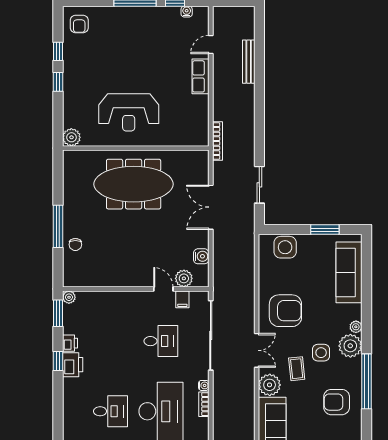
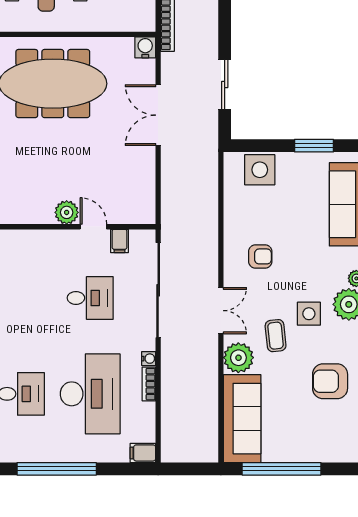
water cooler: (201, 256) -> (145, 47), moved, turned -90
plant: (184, 278) -> (67, 212), moved
armchair: (285, 311) -> (260, 256), width x0.53, depth x0.53

